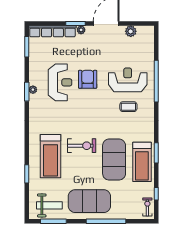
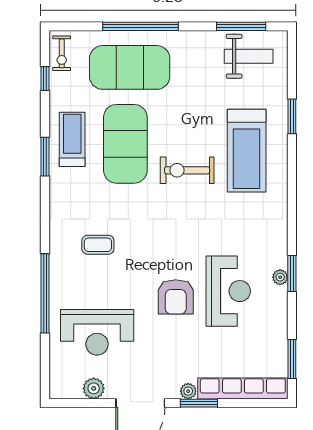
reception desk: (128, 80) -> (97, 332), moved
reception desk: (60, 82) -> (228, 291), turned 180
treadmill: (50, 156) -> (247, 151), turned 180
treadmill: (142, 162) -> (72, 139), width x0.73, depth x0.73
exercise mat: (89, 201) -> (130, 67), moved
weight bench: (49, 205) -> (249, 56), turned 180

